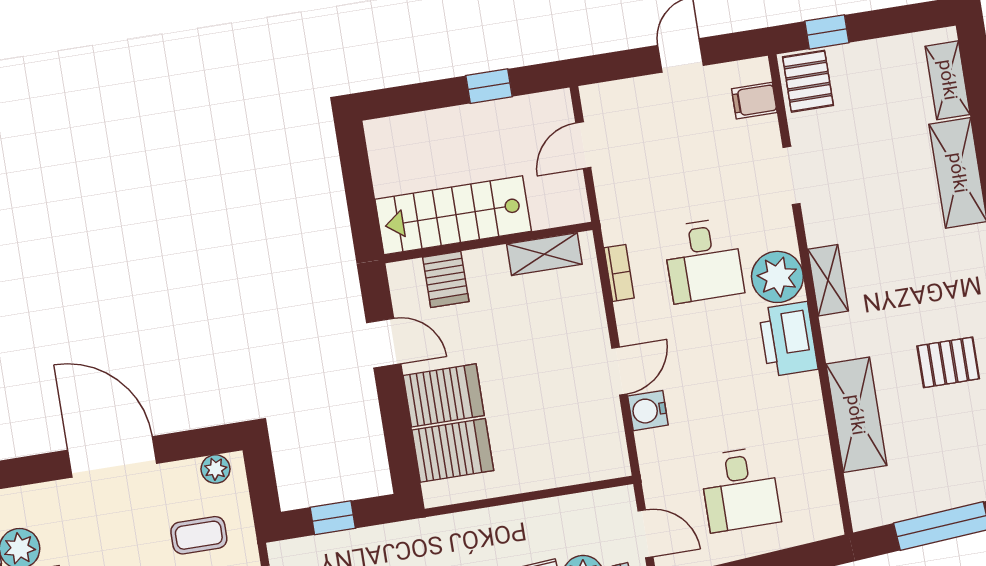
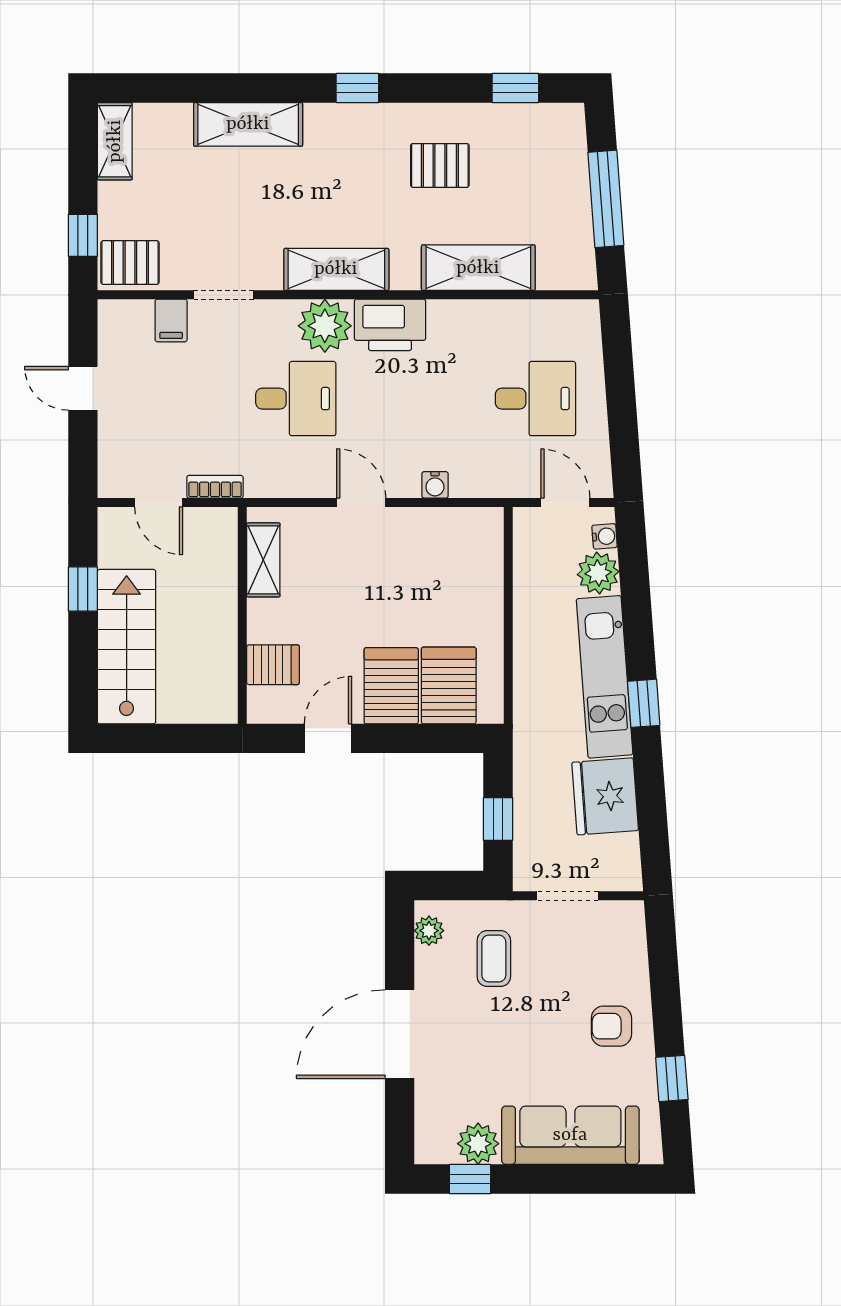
shelving: (948, 80) -> (115, 141), moved, turned 90
filing cabinet: (754, 101) -> (171, 320), moved
stairs: (453, 215) -> (127, 647), moved, turned 180
bookcase: (619, 273) -> (215, 487), moved
shelving: (828, 280) -> (336, 269), width x1.50, depth x1.33
pallet: (948, 362) -> (440, 165), turned 90
door: (619, 371) -> (361, 502), moved
water cooler: (648, 411) -> (435, 485), width x0.72, depth x0.72
door: (645, 534) -> (565, 502), hinge flipped

